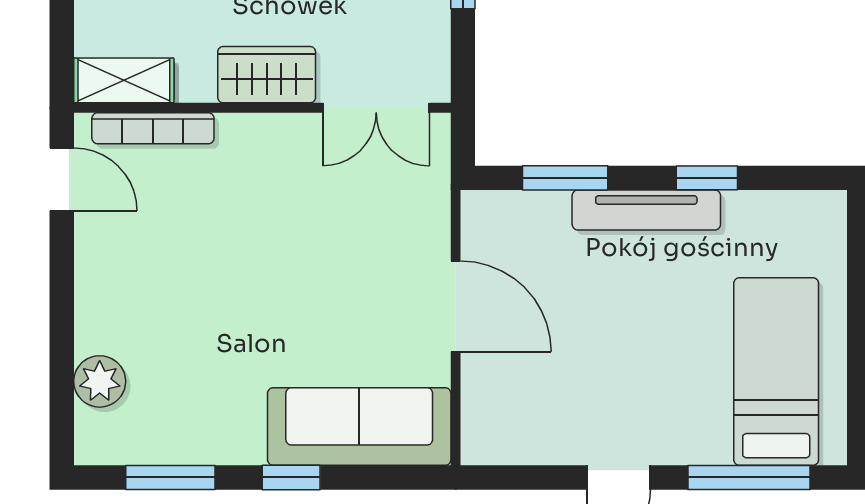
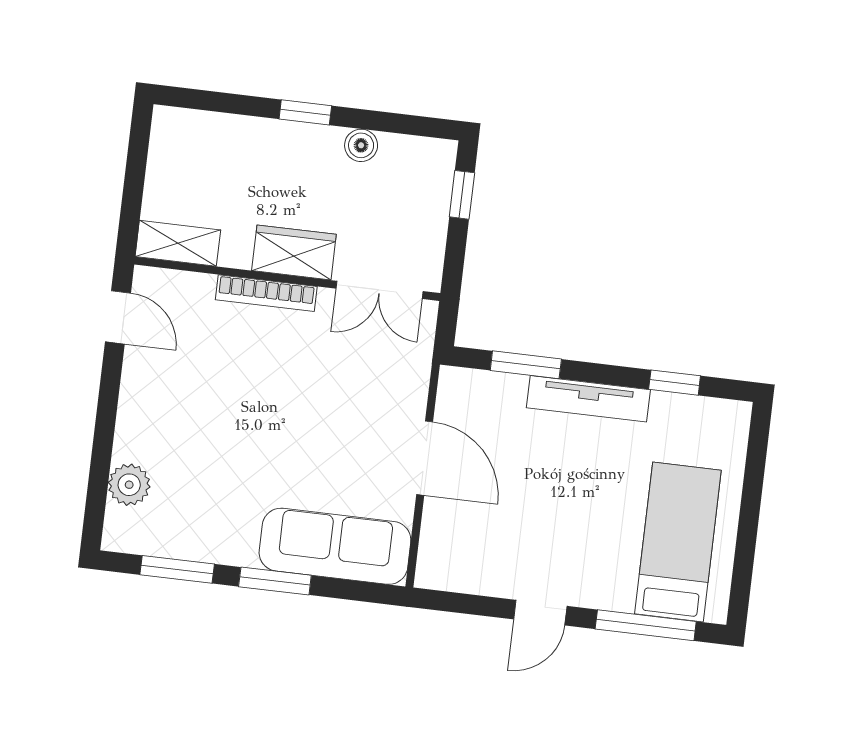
bookcase: (153, 128) -> (266, 293), moved
window: (707, 178) -> (675, 383), moved
window: (291, 477) -> (275, 581), width x1.50

